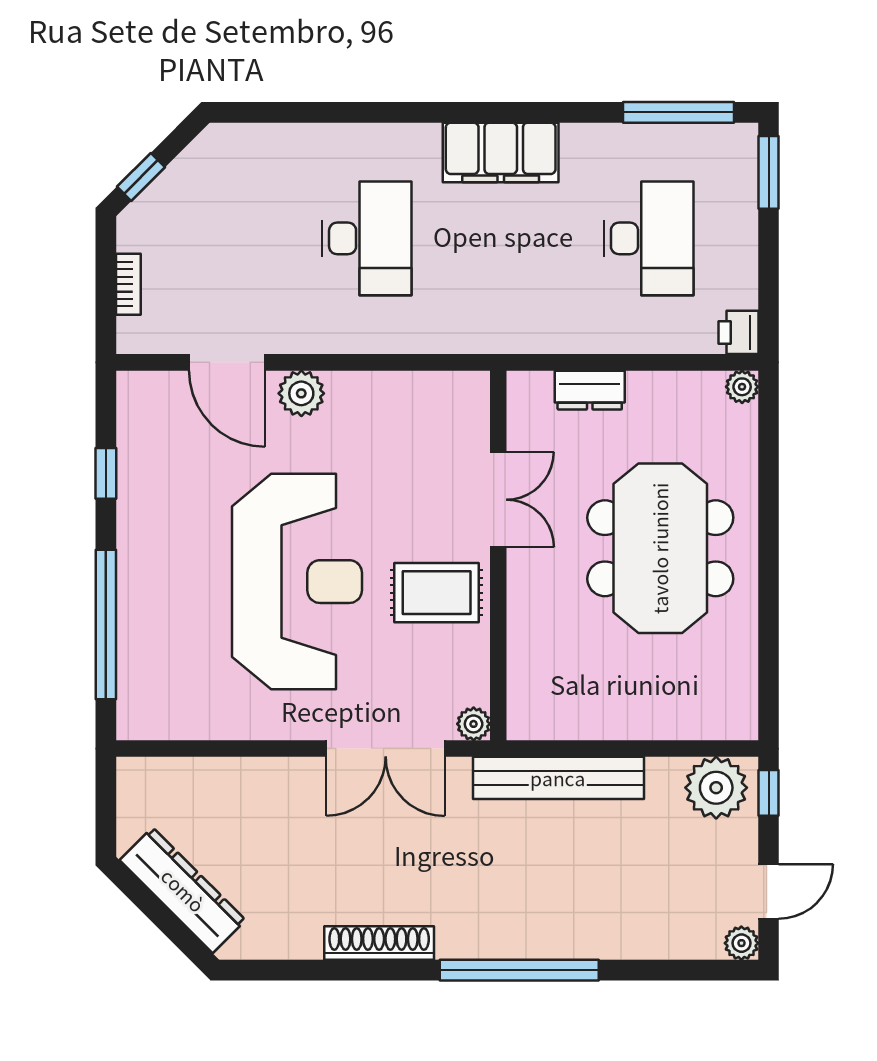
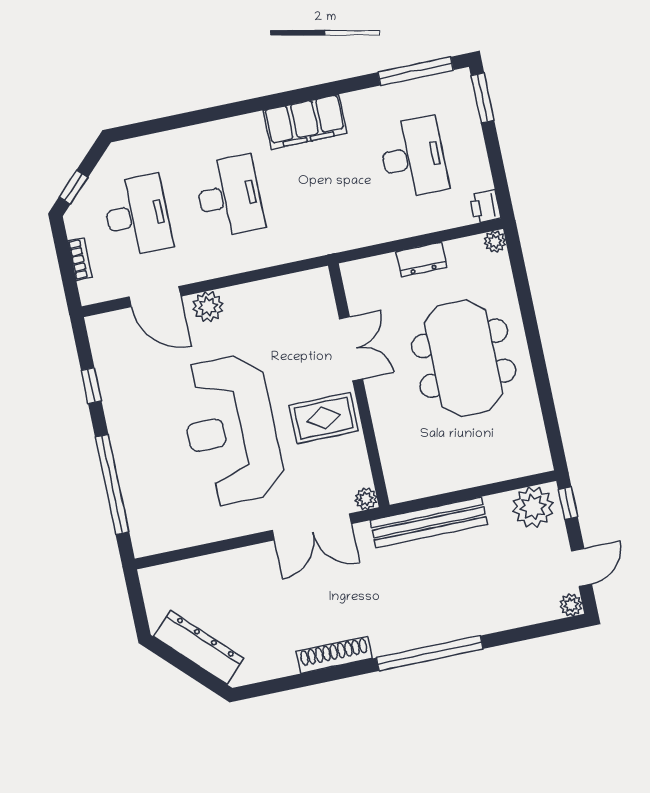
desk: (226, 238) -> (137, 216), added
dresser: (590, 390) -> (421, 259), moved
reception desk: (297, 582) -> (231, 430), turned 180

